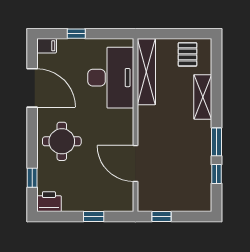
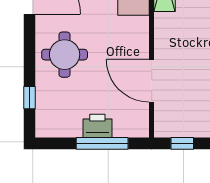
printer: (49, 202) -> (97, 126), moved
window: (94, 216) -> (102, 143), width x2.17

